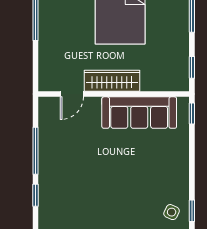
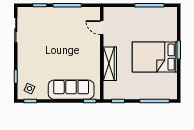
wardrobe: (112, 81) -> (110, 64), moved
sofa: (139, 113) -> (71, 90), moved, turned 90

